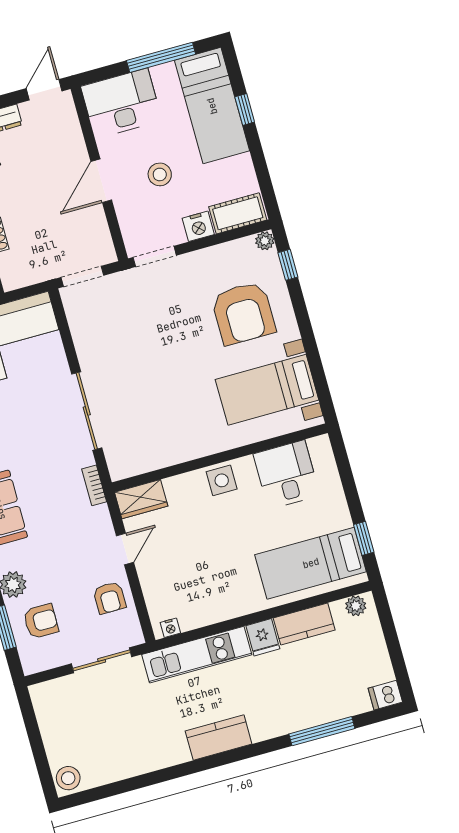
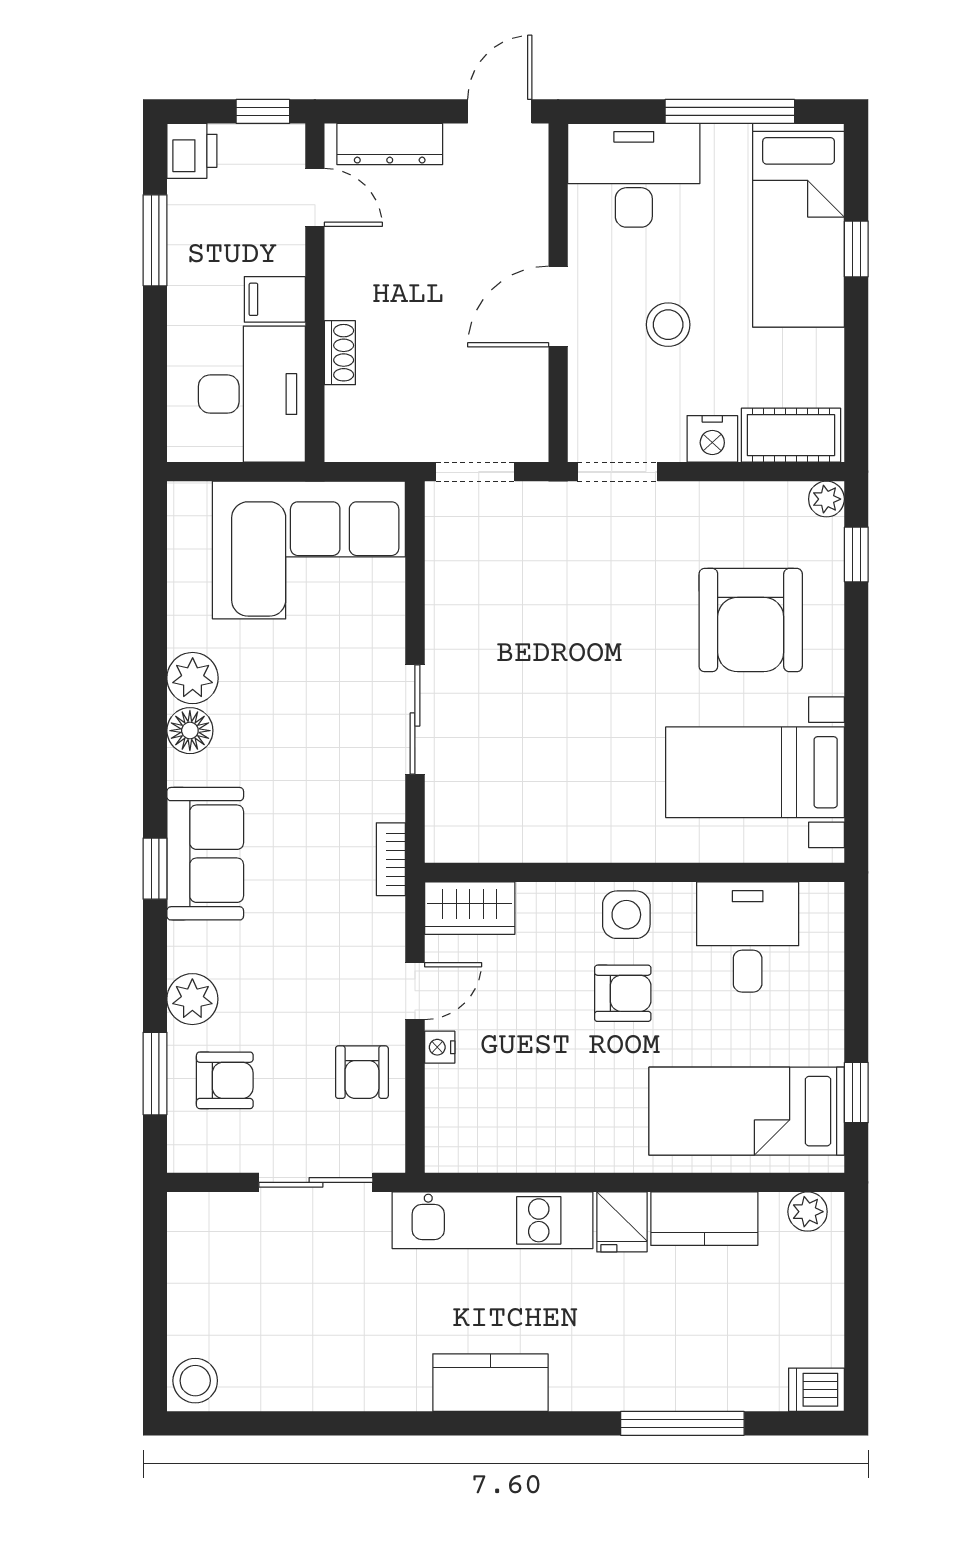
sliding door: (87, 411) -> (415, 719), width x0.73
armchair: (231, 521) -> (623, 993), added
nightstand: (170, 628) -> (440, 1047), moved, turned 90

